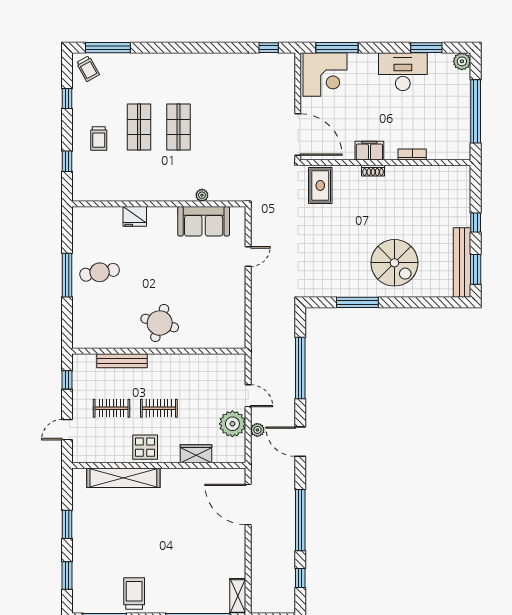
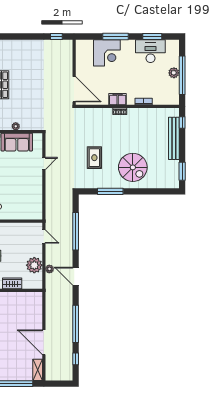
window: (337, 48) -> (115, 37), moved
plant: (462, 61) -> (174, 73), moved
desk: (403, 72) -> (150, 51), moved
corner desk: (325, 75) -> (107, 53), moved
rug: (320, 185) -> (94, 158), moved
window: (476, 222) -> (182, 123), moved
bench: (462, 263) -> (174, 138), moved
door: (248, 396) -> (44, 237), moved
door: (248, 505) -> (44, 342), moved

